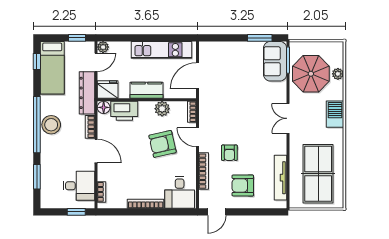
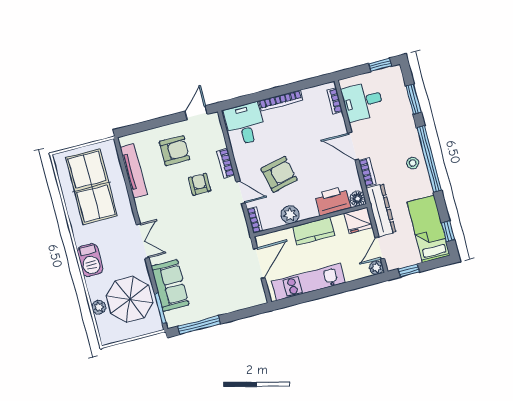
window: (260, 38) -> (199, 325), width x1.44
sofa: (275, 61) -> (170, 286), moved
stool: (51, 125) -> (413, 163), width x0.53, depth x0.53
bookcase: (204, 171) -> (226, 163), width x0.64
window: (76, 212) -> (380, 65), moved

